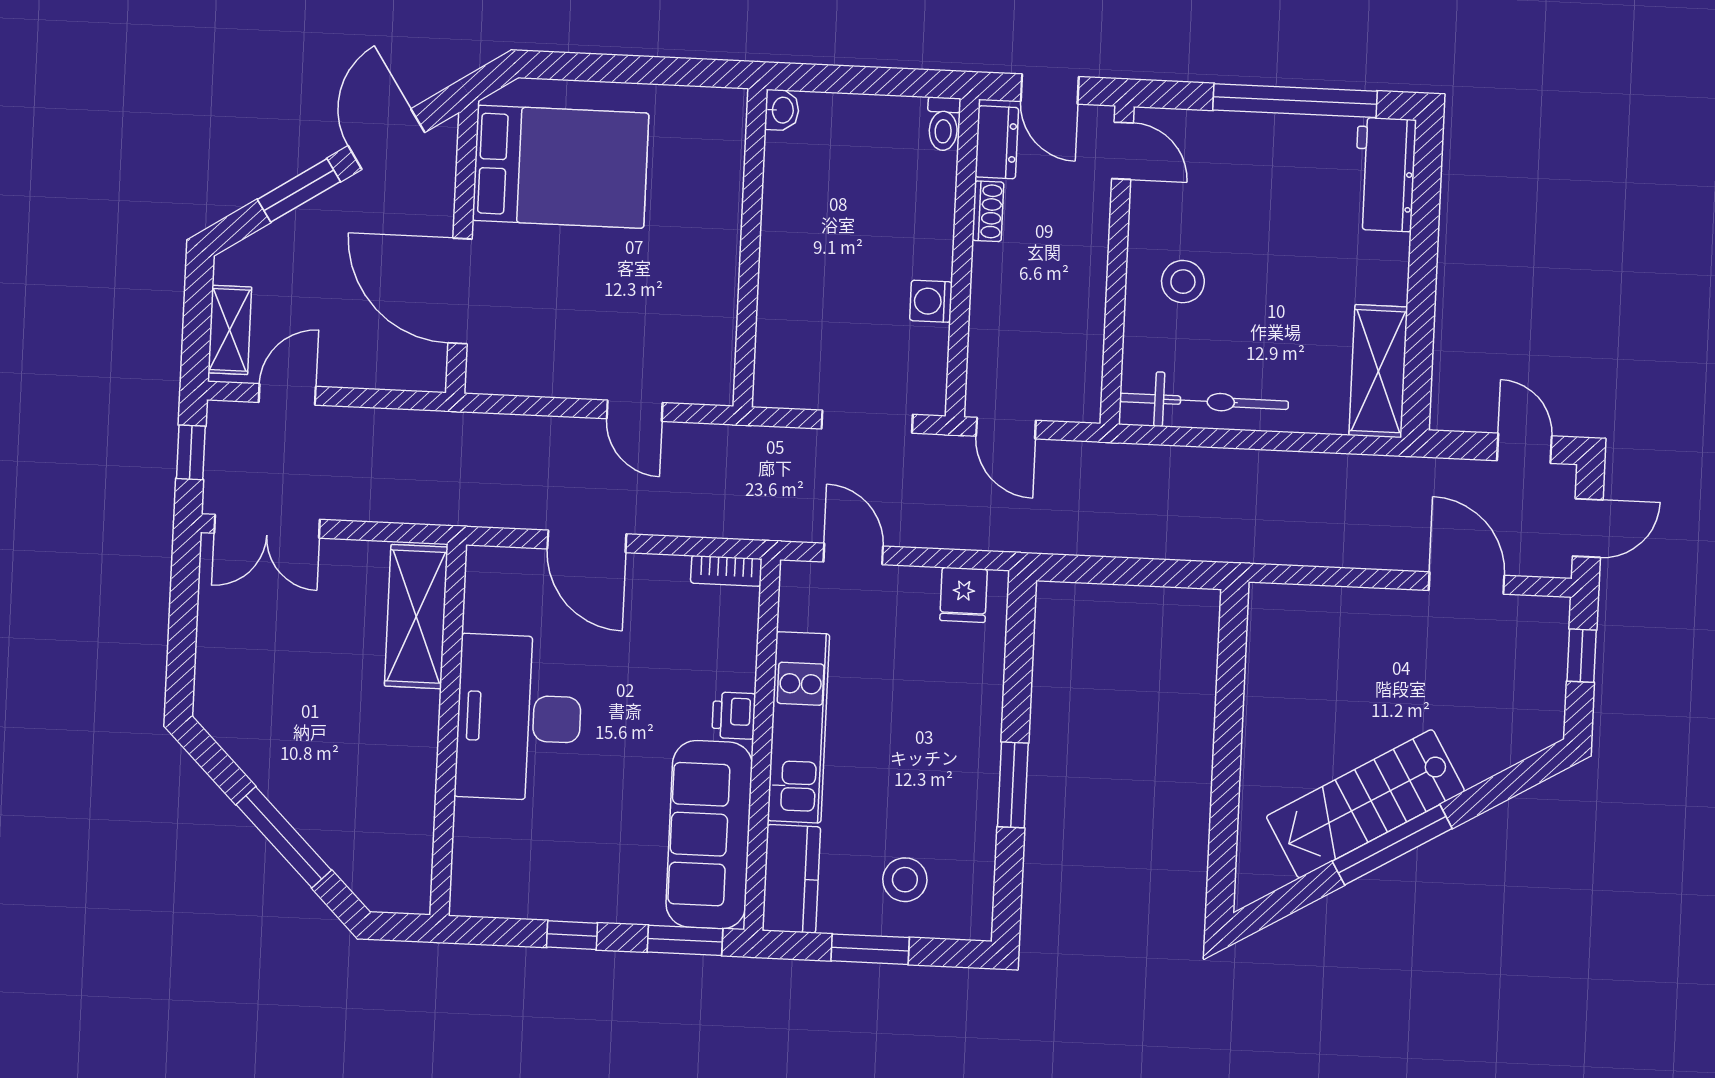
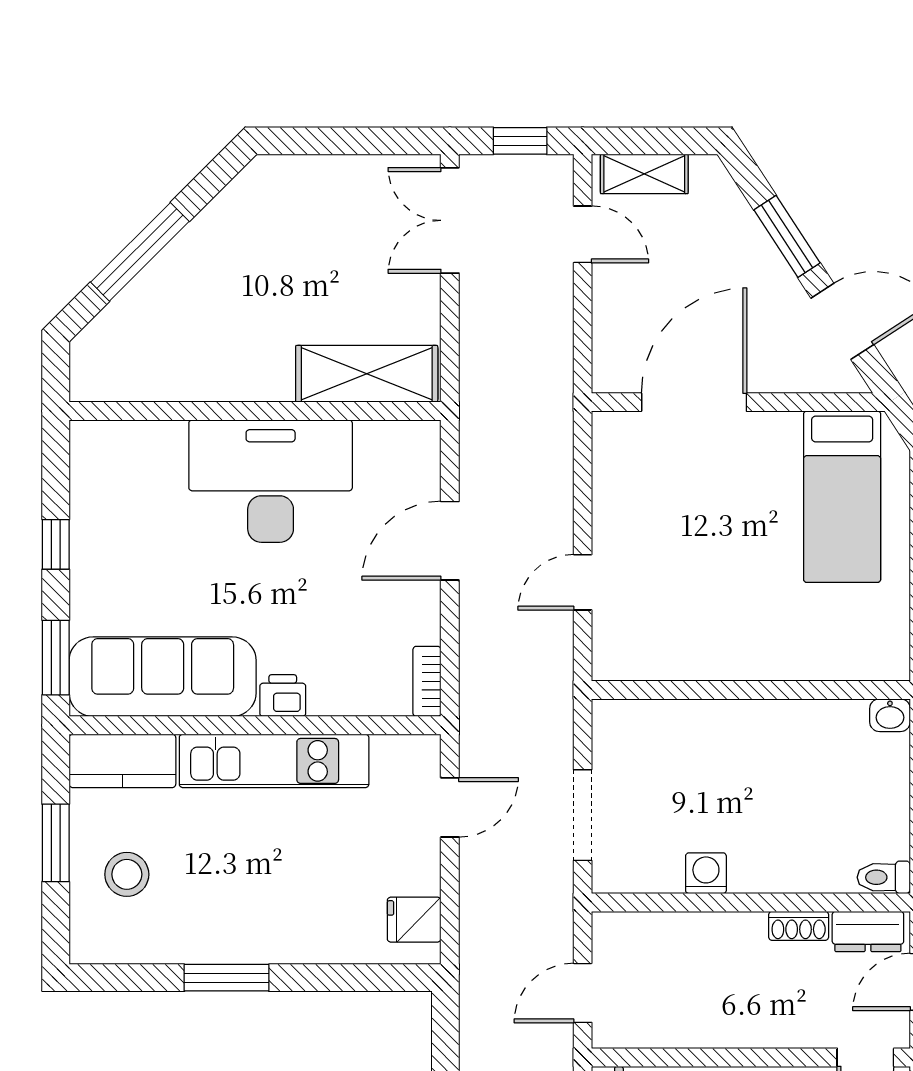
bed: (561, 167) -> (842, 497), width x0.67
door: (1006, 428) -> (583, 993), moved

